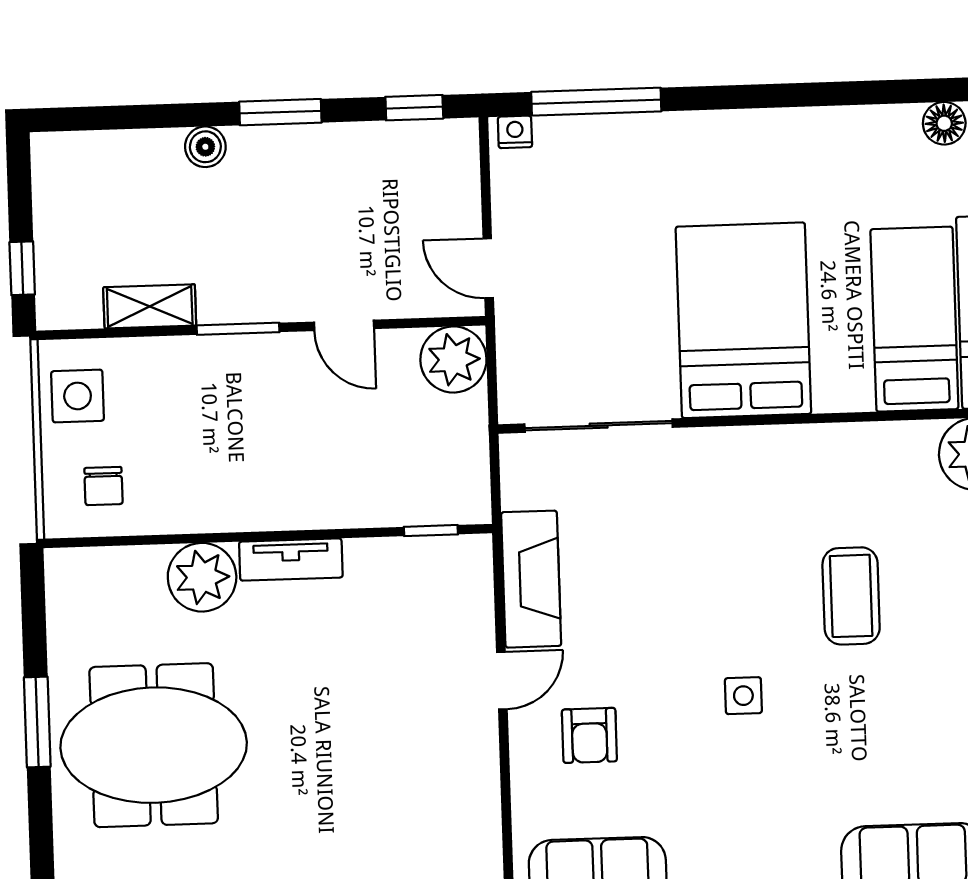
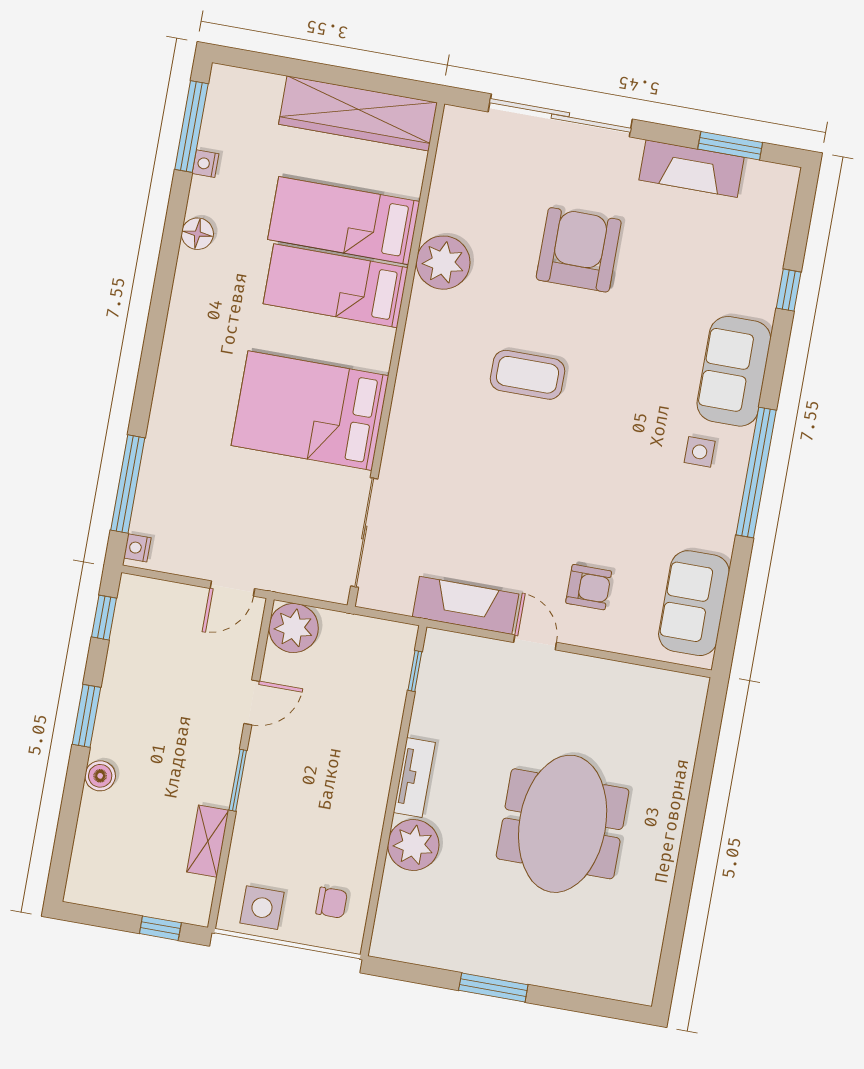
side table: (743, 696) -> (700, 452), moved
meeting table: (154, 745) -> (563, 824), moved

